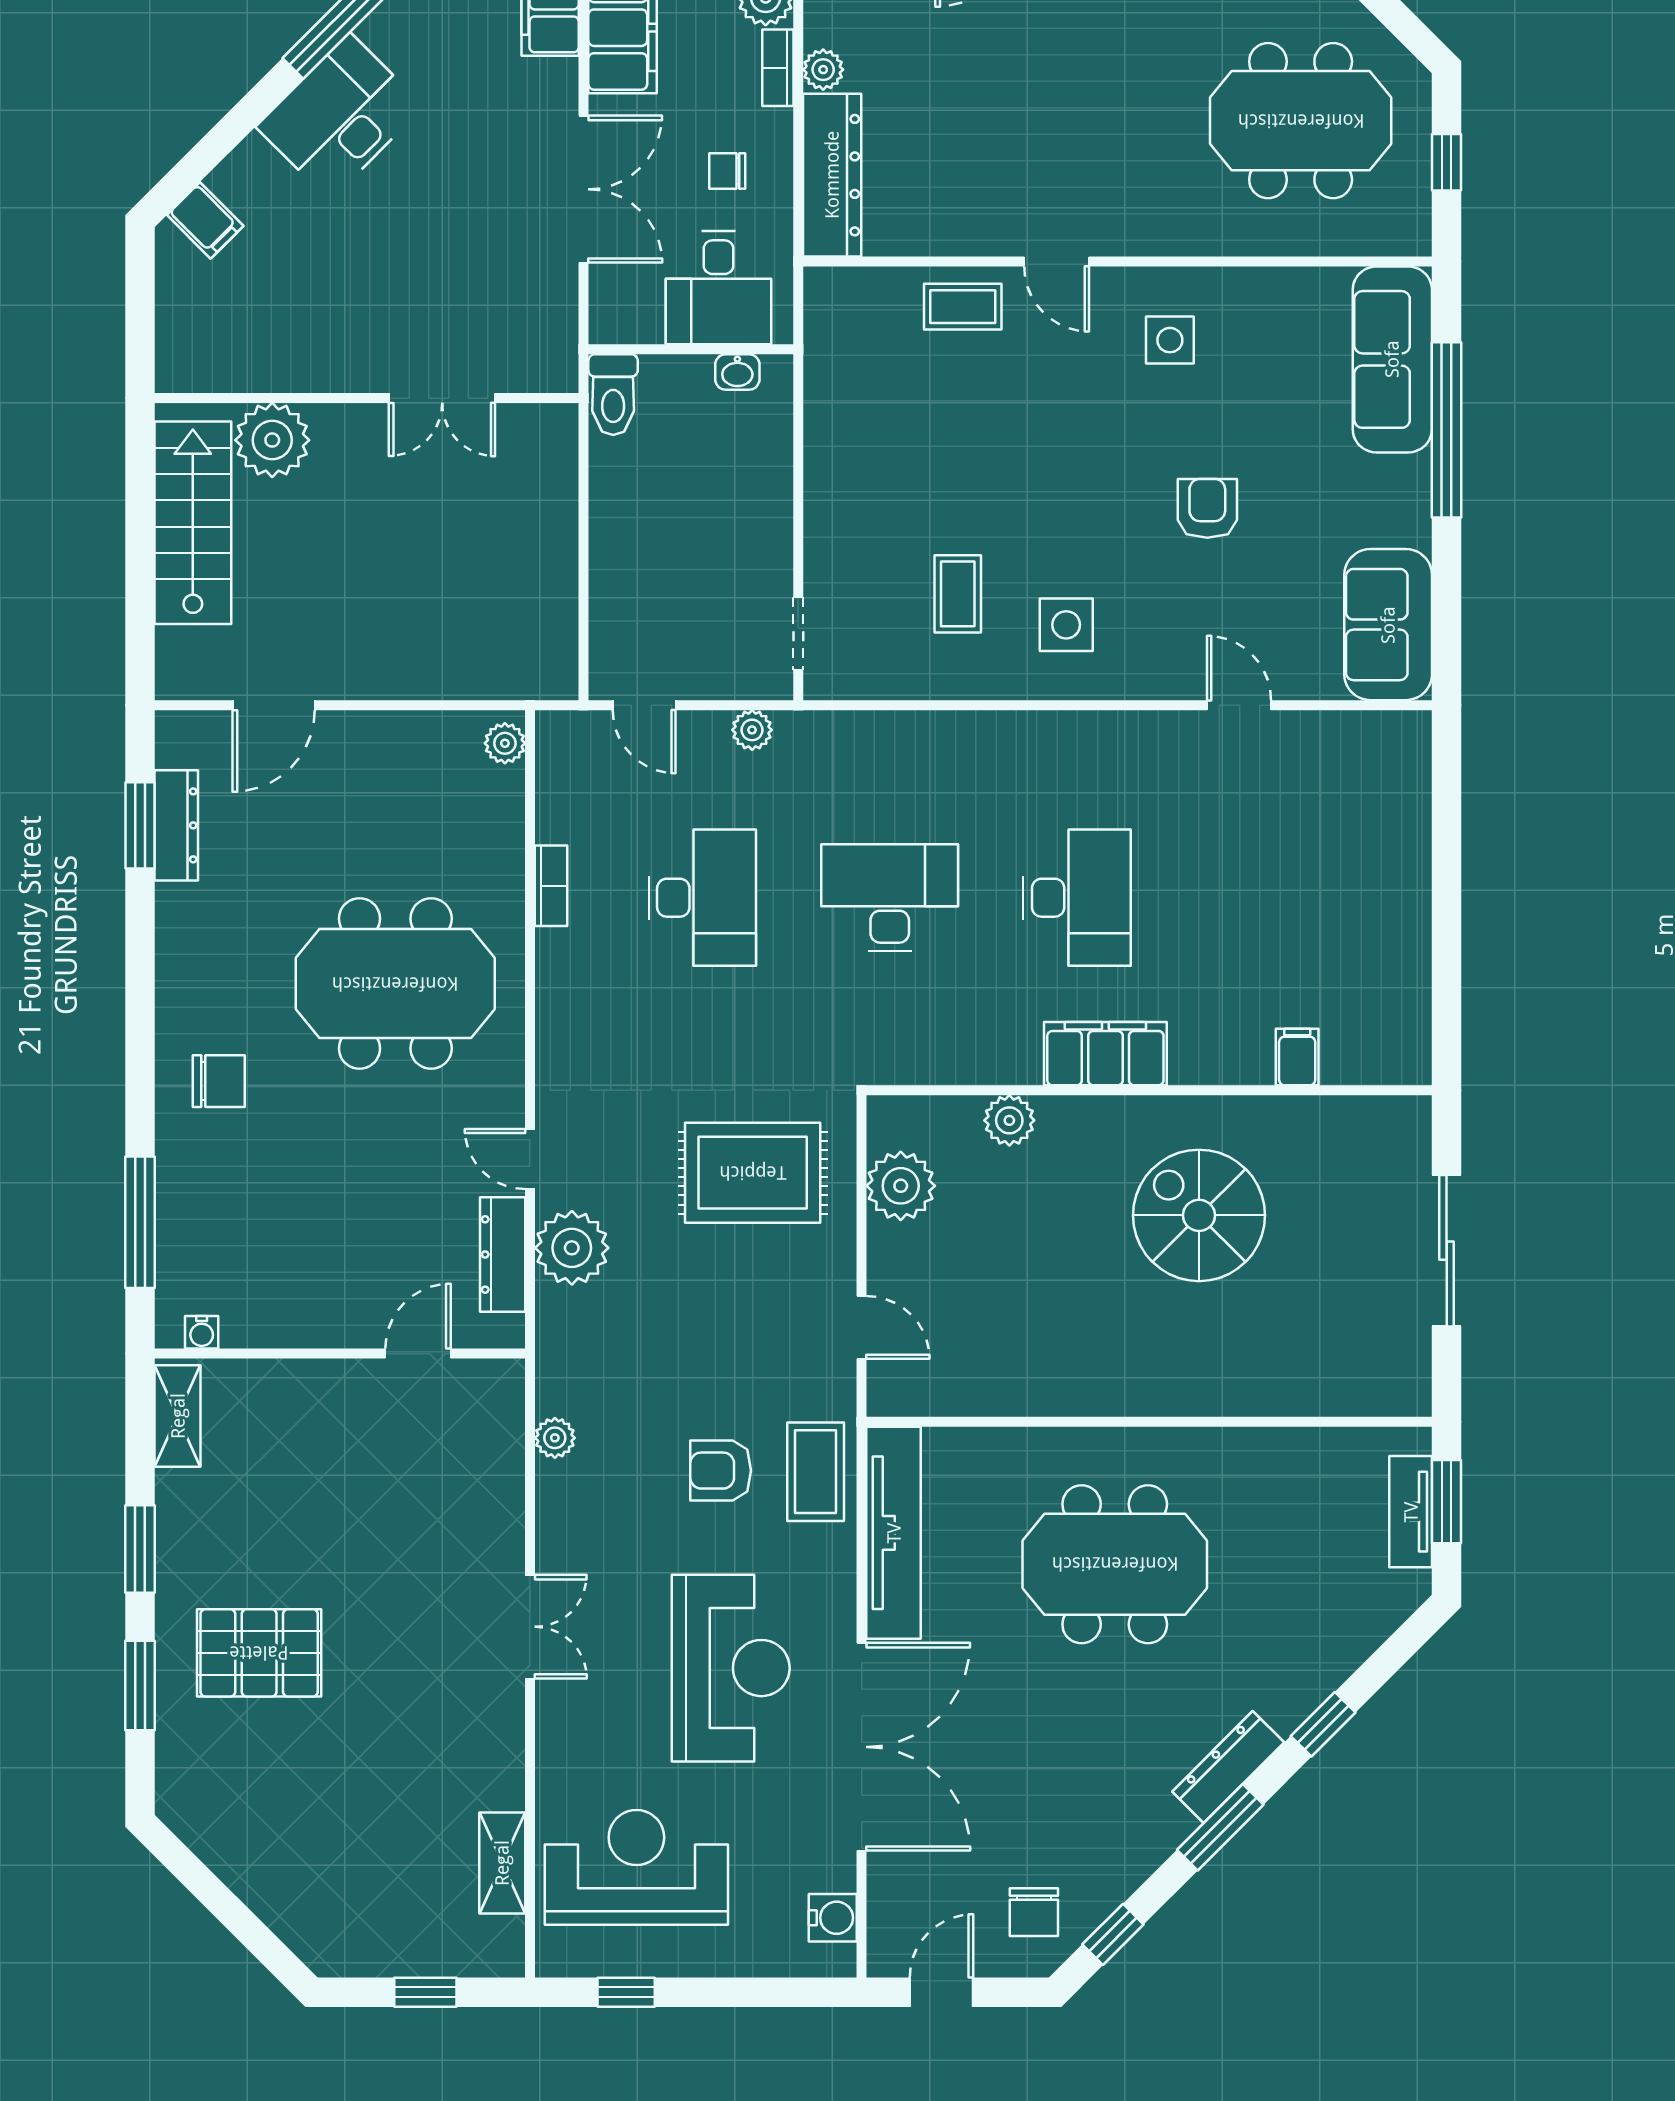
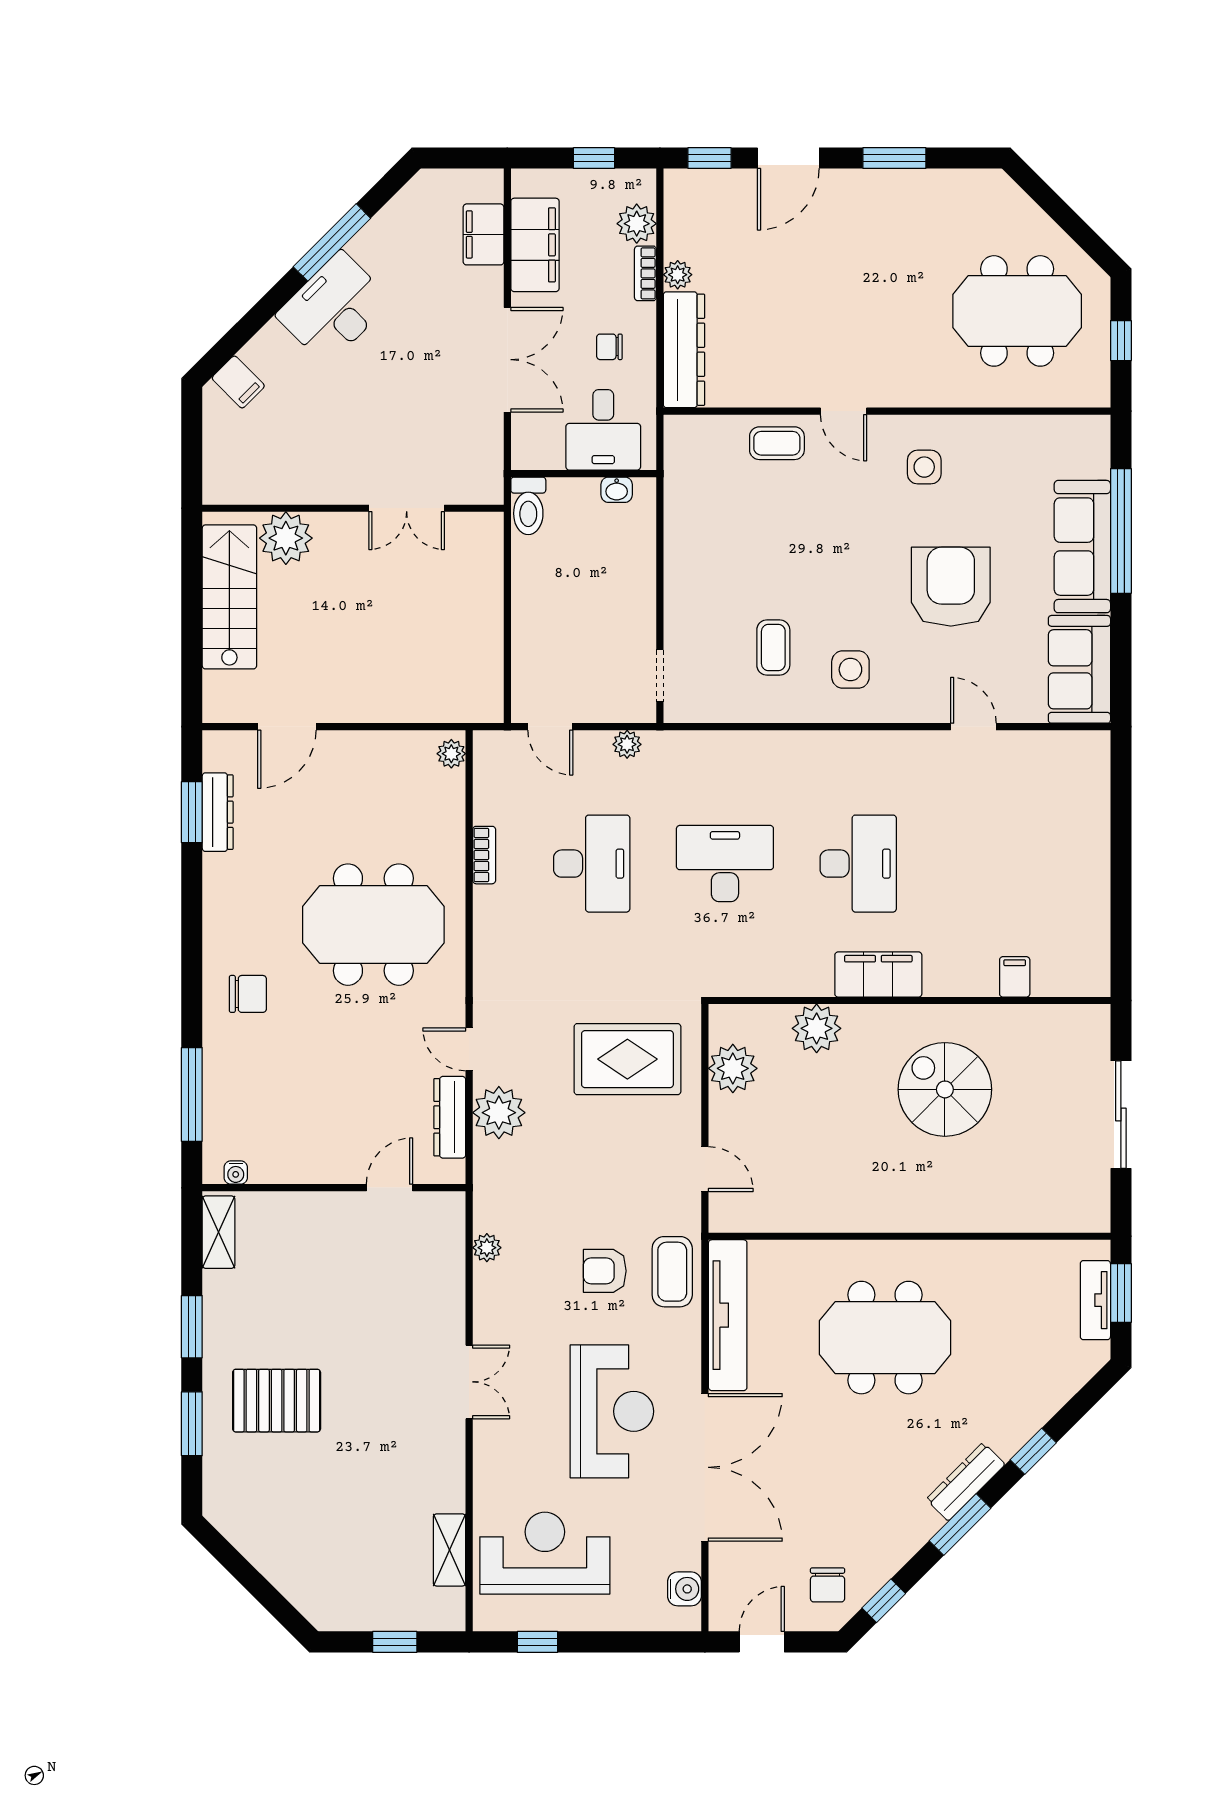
sofa: (1392, 359) -> (1082, 547), moved
armchair: (1207, 508) -> (951, 587), width x1.88, depth x1.88
plant: (1009, 1120) -> (817, 1028), width x1.36, depth x1.36

